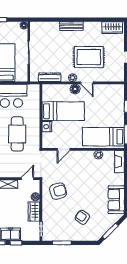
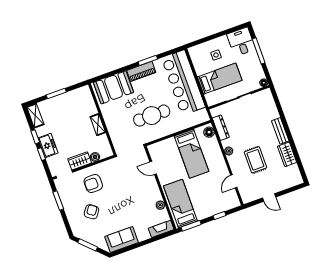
wardrobe: (112, 28) -> (287, 154), moved
rug: (89, 57) -> (255, 160), width x0.73, depth x0.70
door: (87, 83) -> (234, 181), moved
floor lamp: (75, 89) -> (209, 132), moved
nightstand: (47, 127) -> (170, 143), removed
door: (28, 179) -> (111, 142), removed
armchair: (58, 191) -> (93, 184), moved, turned 106

